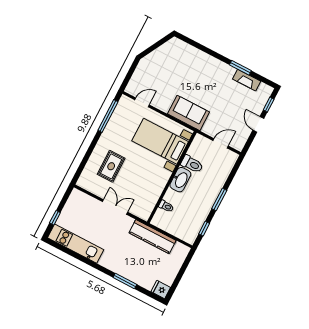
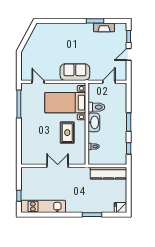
door: (142, 102) -> (38, 82), hinge flipped
door: (258, 124) -> (129, 54), hinge flipped
rug: (111, 166) -> (67, 133), moved
kitchen counter: (152, 237) -> (108, 173), moved

